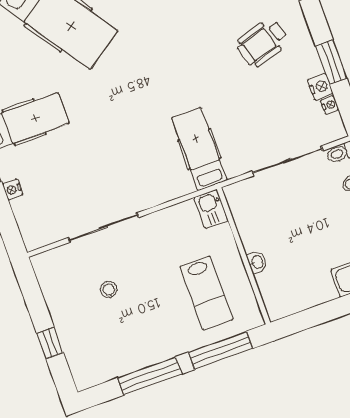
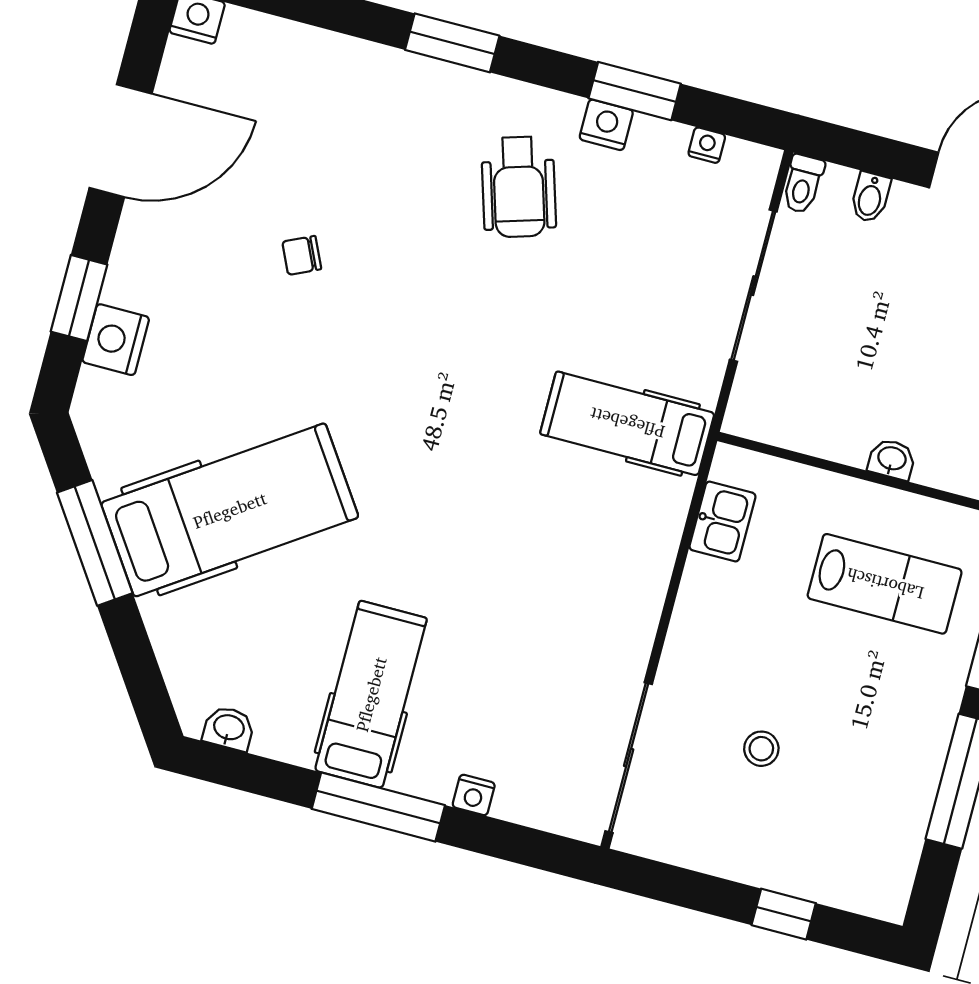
nightstand: (320, 87) -> (606, 125), moved
kitchen sink: (211, 209) -> (722, 522), moved, turned -90
sliding door: (103, 228) -> (629, 758), moved

